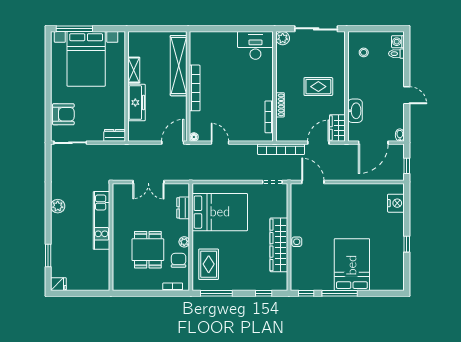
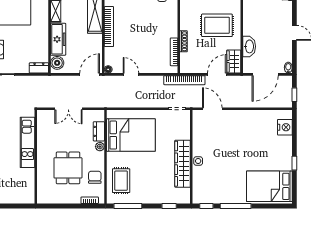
rug: (318, 87) -> (217, 25), width x1.36, depth x1.43
boiler: (135, 129) -> (57, 63), added
plant: (184, 242) -> (100, 147), moved
bed: (352, 265) -> (269, 186), moved, turned -90

